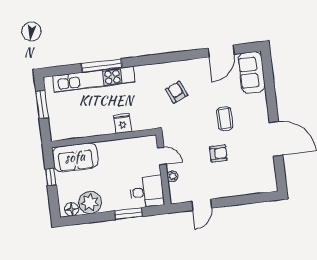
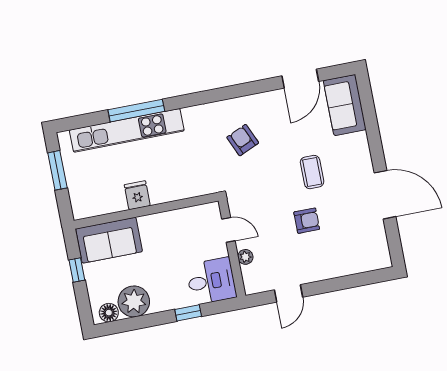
fridge: (123, 123) -> (137, 195), moved
window: (128, 214) -> (188, 313), width x0.67

